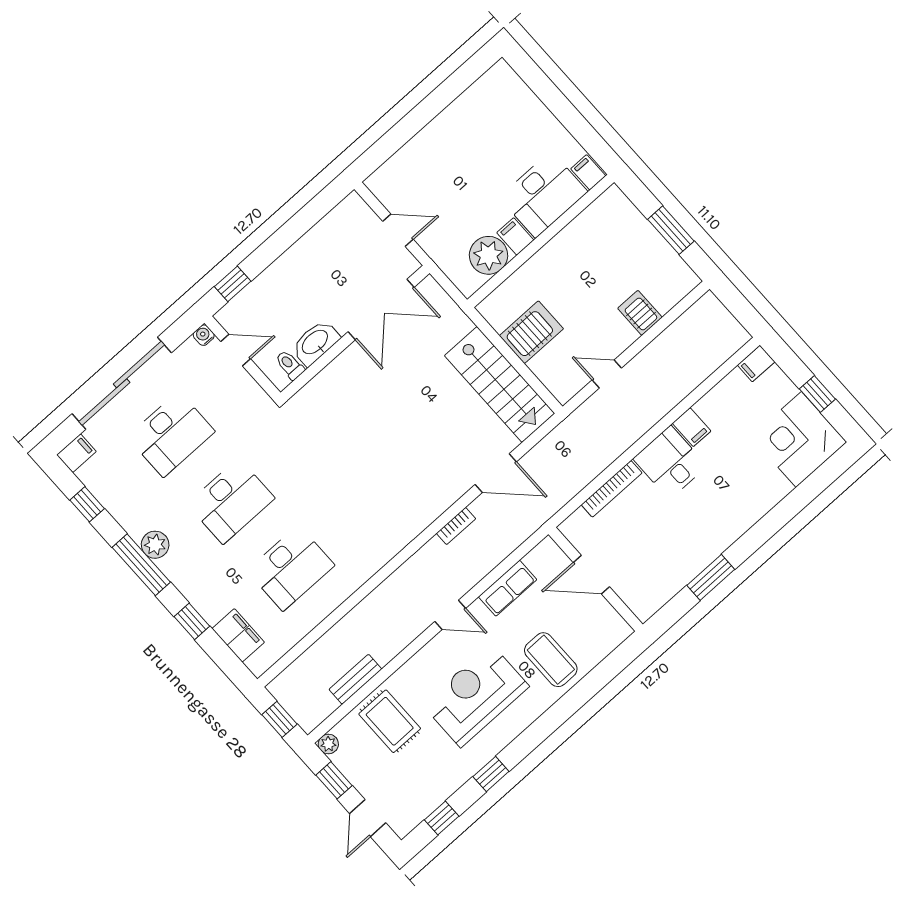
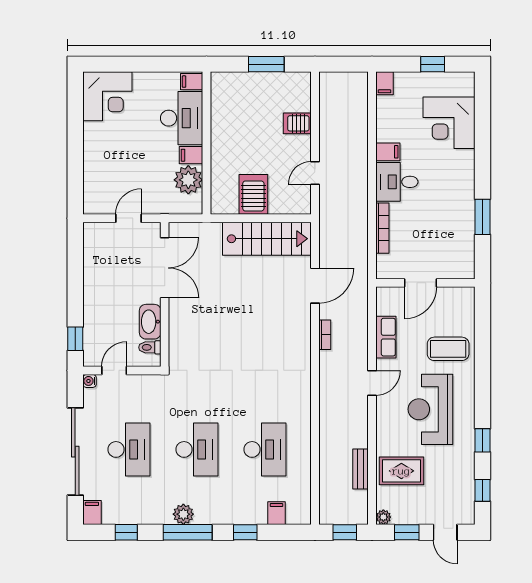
corner desk: (500, 102) -> (107, 96), added
corner desk: (799, 439) -> (449, 123), moved
filing cabinet: (238, 635) -> (276, 513), width x0.50

